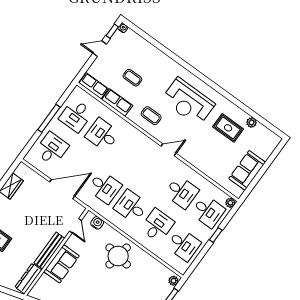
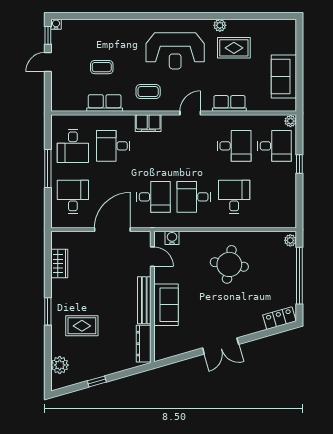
row of seats: (94, 86) -> (229, 103), moved
plant: (252, 122) -> (220, 25), moved
filing cabinet: (136, 136) -> (148, 123), added
desk: (184, 245) -> (274, 197), removed
round table: (118, 256) -> (229, 264), moved

